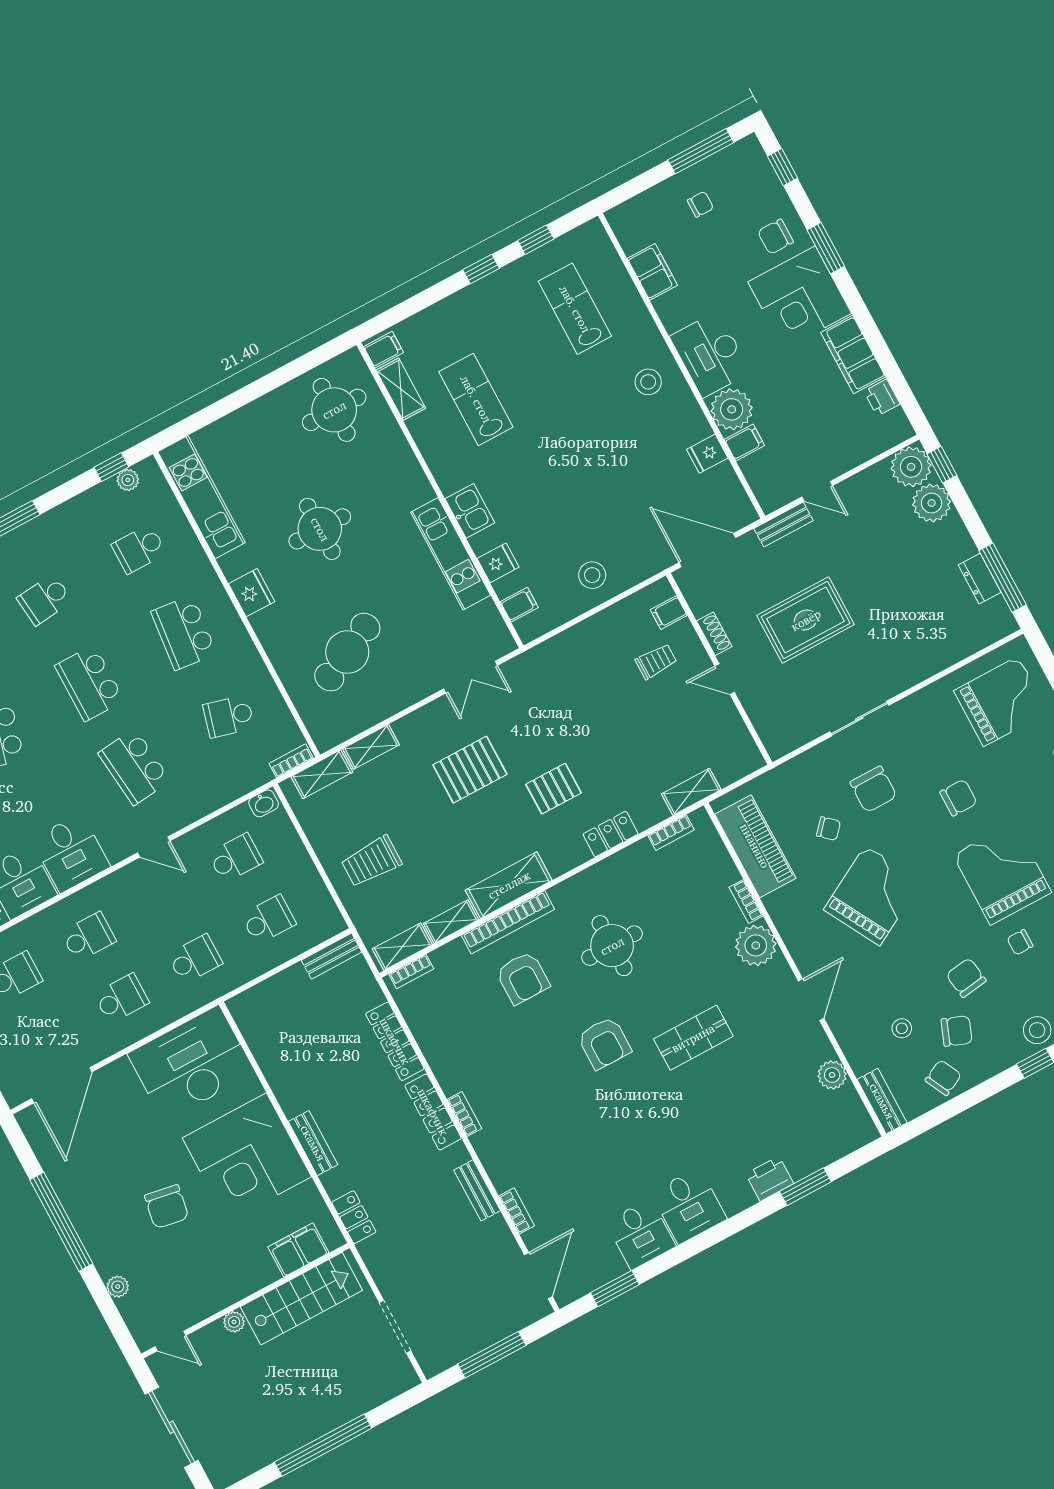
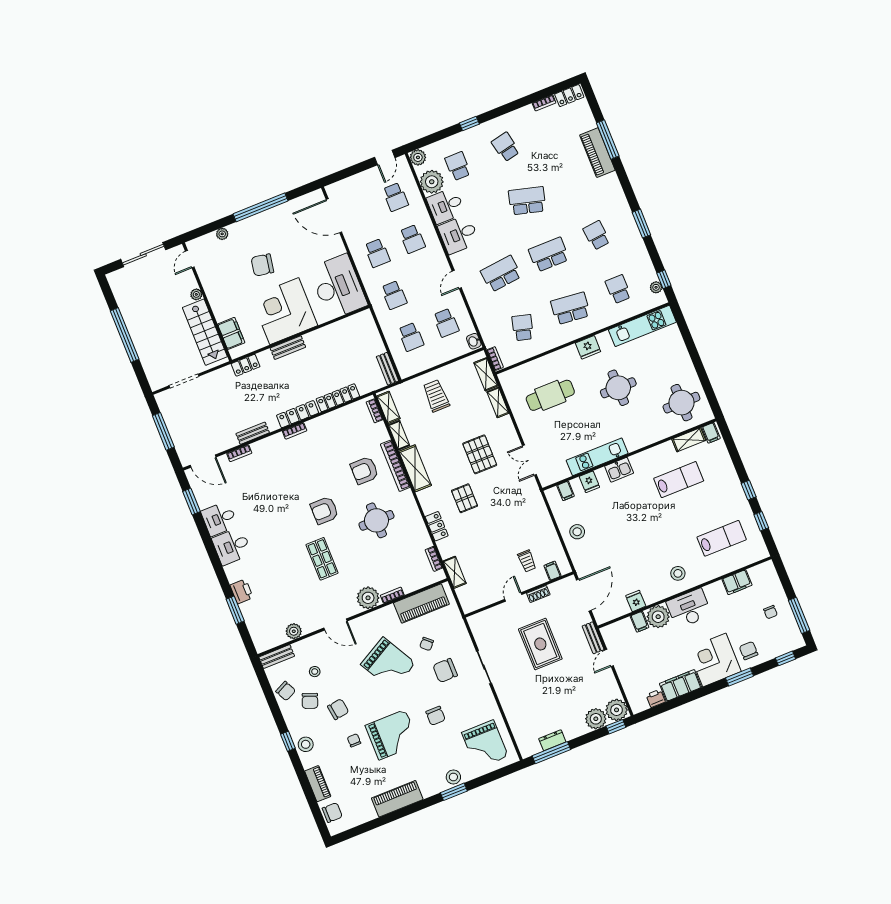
cafe table: (347, 652) -> (550, 395), turned -64

